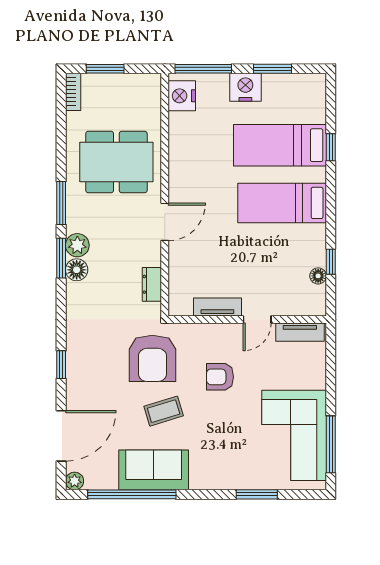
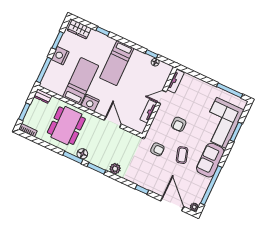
nightstand: (182, 96) -> (90, 103), moved
wardrobe: (313, 100) -> (79, 29), added
bed: (280, 145) -> (81, 81), moved, turned 180
door: (165, 222) -> (113, 122), moved
plant: (77, 245) -> (115, 169), moved
floor lamp: (77, 270) -> (82, 154), moved
dresser: (152, 284) -> (43, 96), moved
door: (257, 319) -> (162, 97), swing flipped
armchair: (152, 358) -> (157, 149), width x0.53, depth x0.53
corner sofa: (294, 435) -> (221, 123), moved, turned 90
sofa: (154, 470) -> (210, 160), moved

